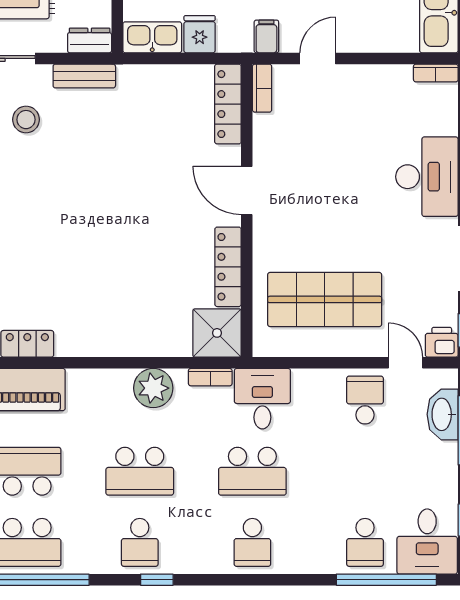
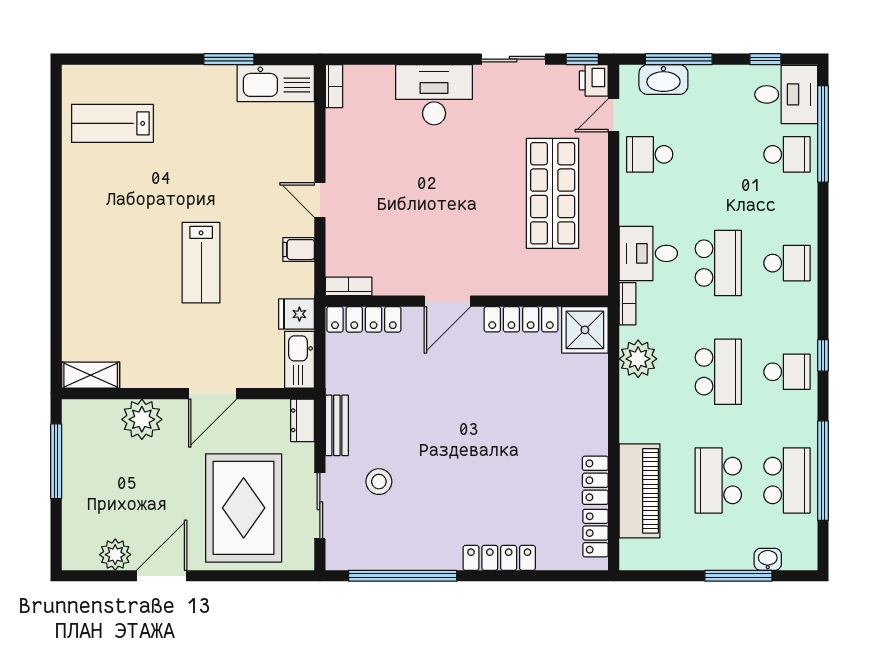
bookcase: (262, 88) -> (349, 286), moved
locker: (228, 104) -> (364, 319), moved
door: (247, 190) -> (447, 301), moved
wall: (247, 211) -> (467, 301), moved
locker: (228, 267) -> (521, 319), moved
shower: (217, 333) -> (585, 330), moved

